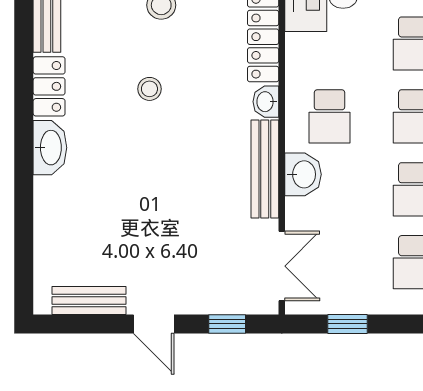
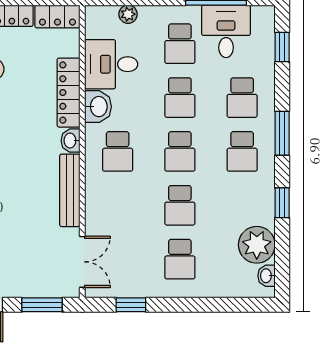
washbasin: (303, 174) -> (98, 107), moved
window: (227, 324) -> (42, 305), width x1.50

